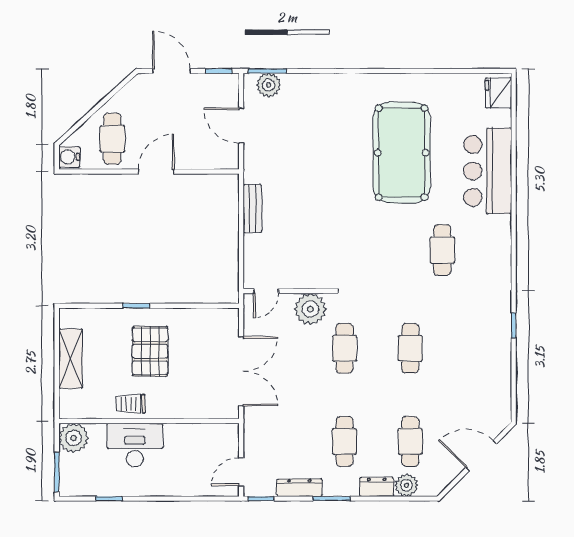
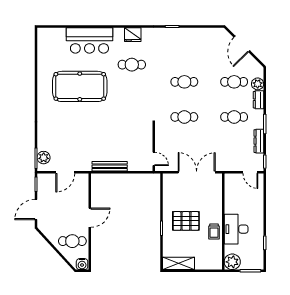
fridge: (498, 93) -> (133, 35), moved
door: (156, 172) -> (90, 218), swing flipped
bench: (252, 208) -> (110, 166), width x1.36
plant: (310, 309) -> (163, 135), removed
shelving: (71, 359) -> (179, 263), moved

